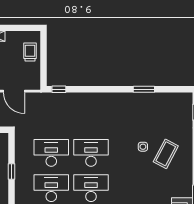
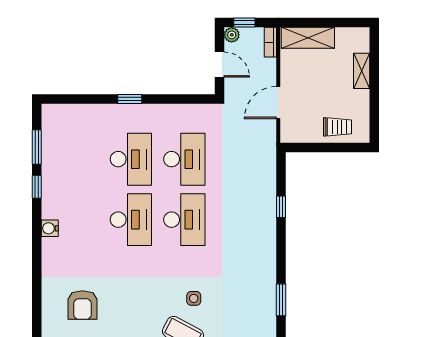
window: (59, 89) -> (281, 207), moved
window: (12, 171) -> (130, 99), moved

